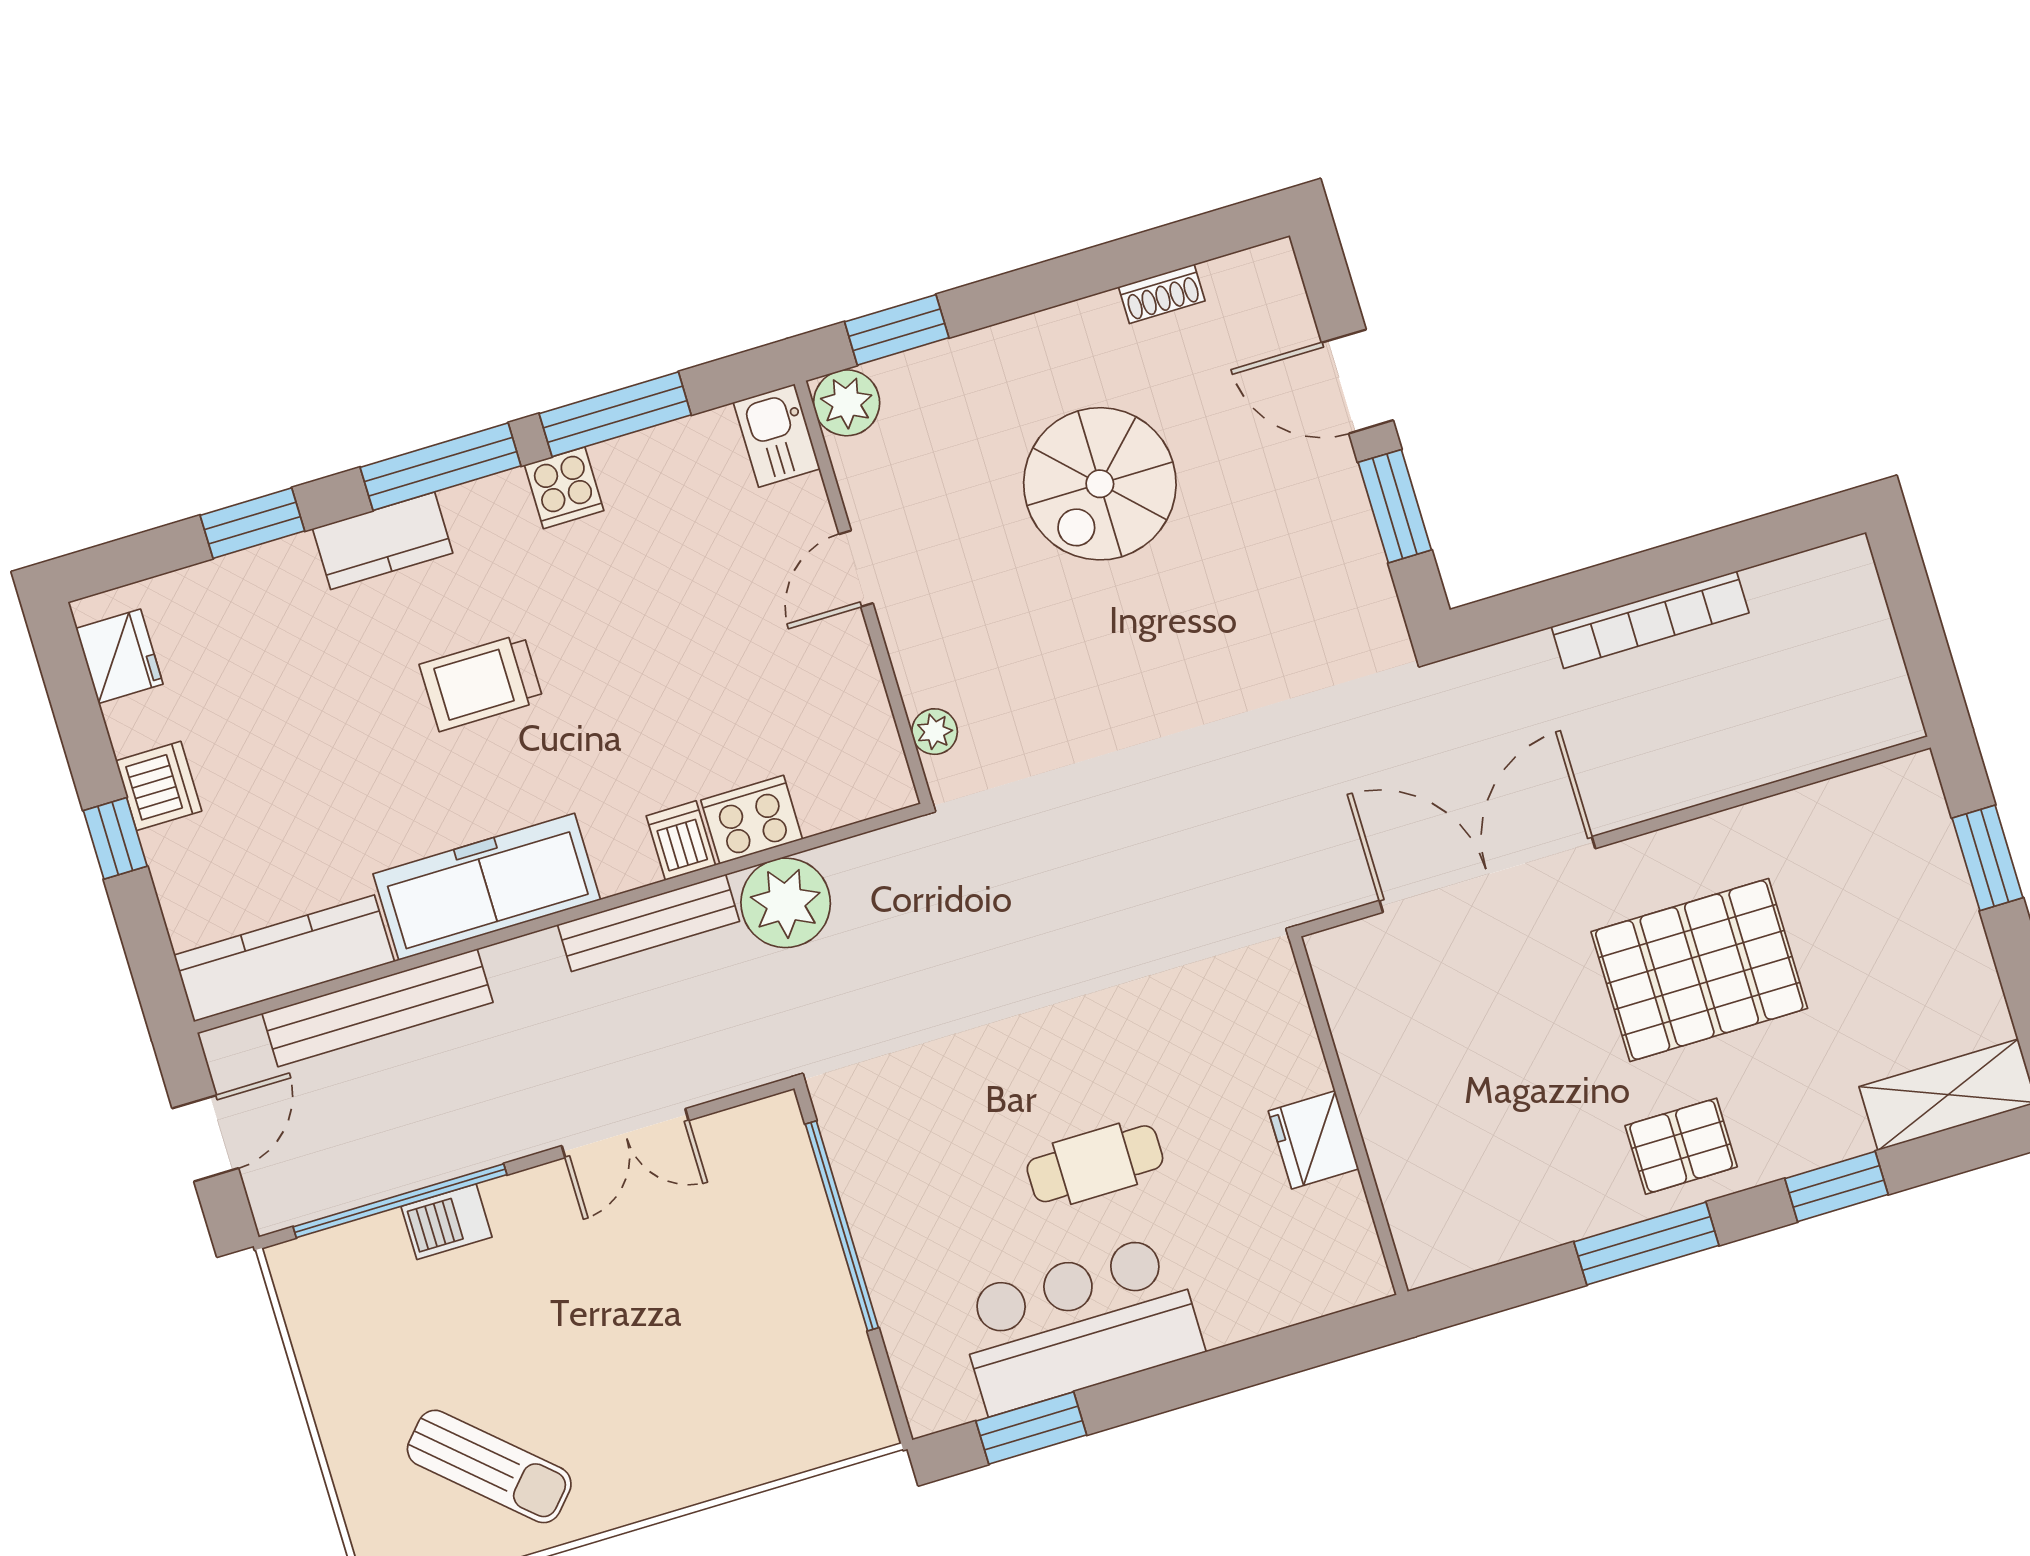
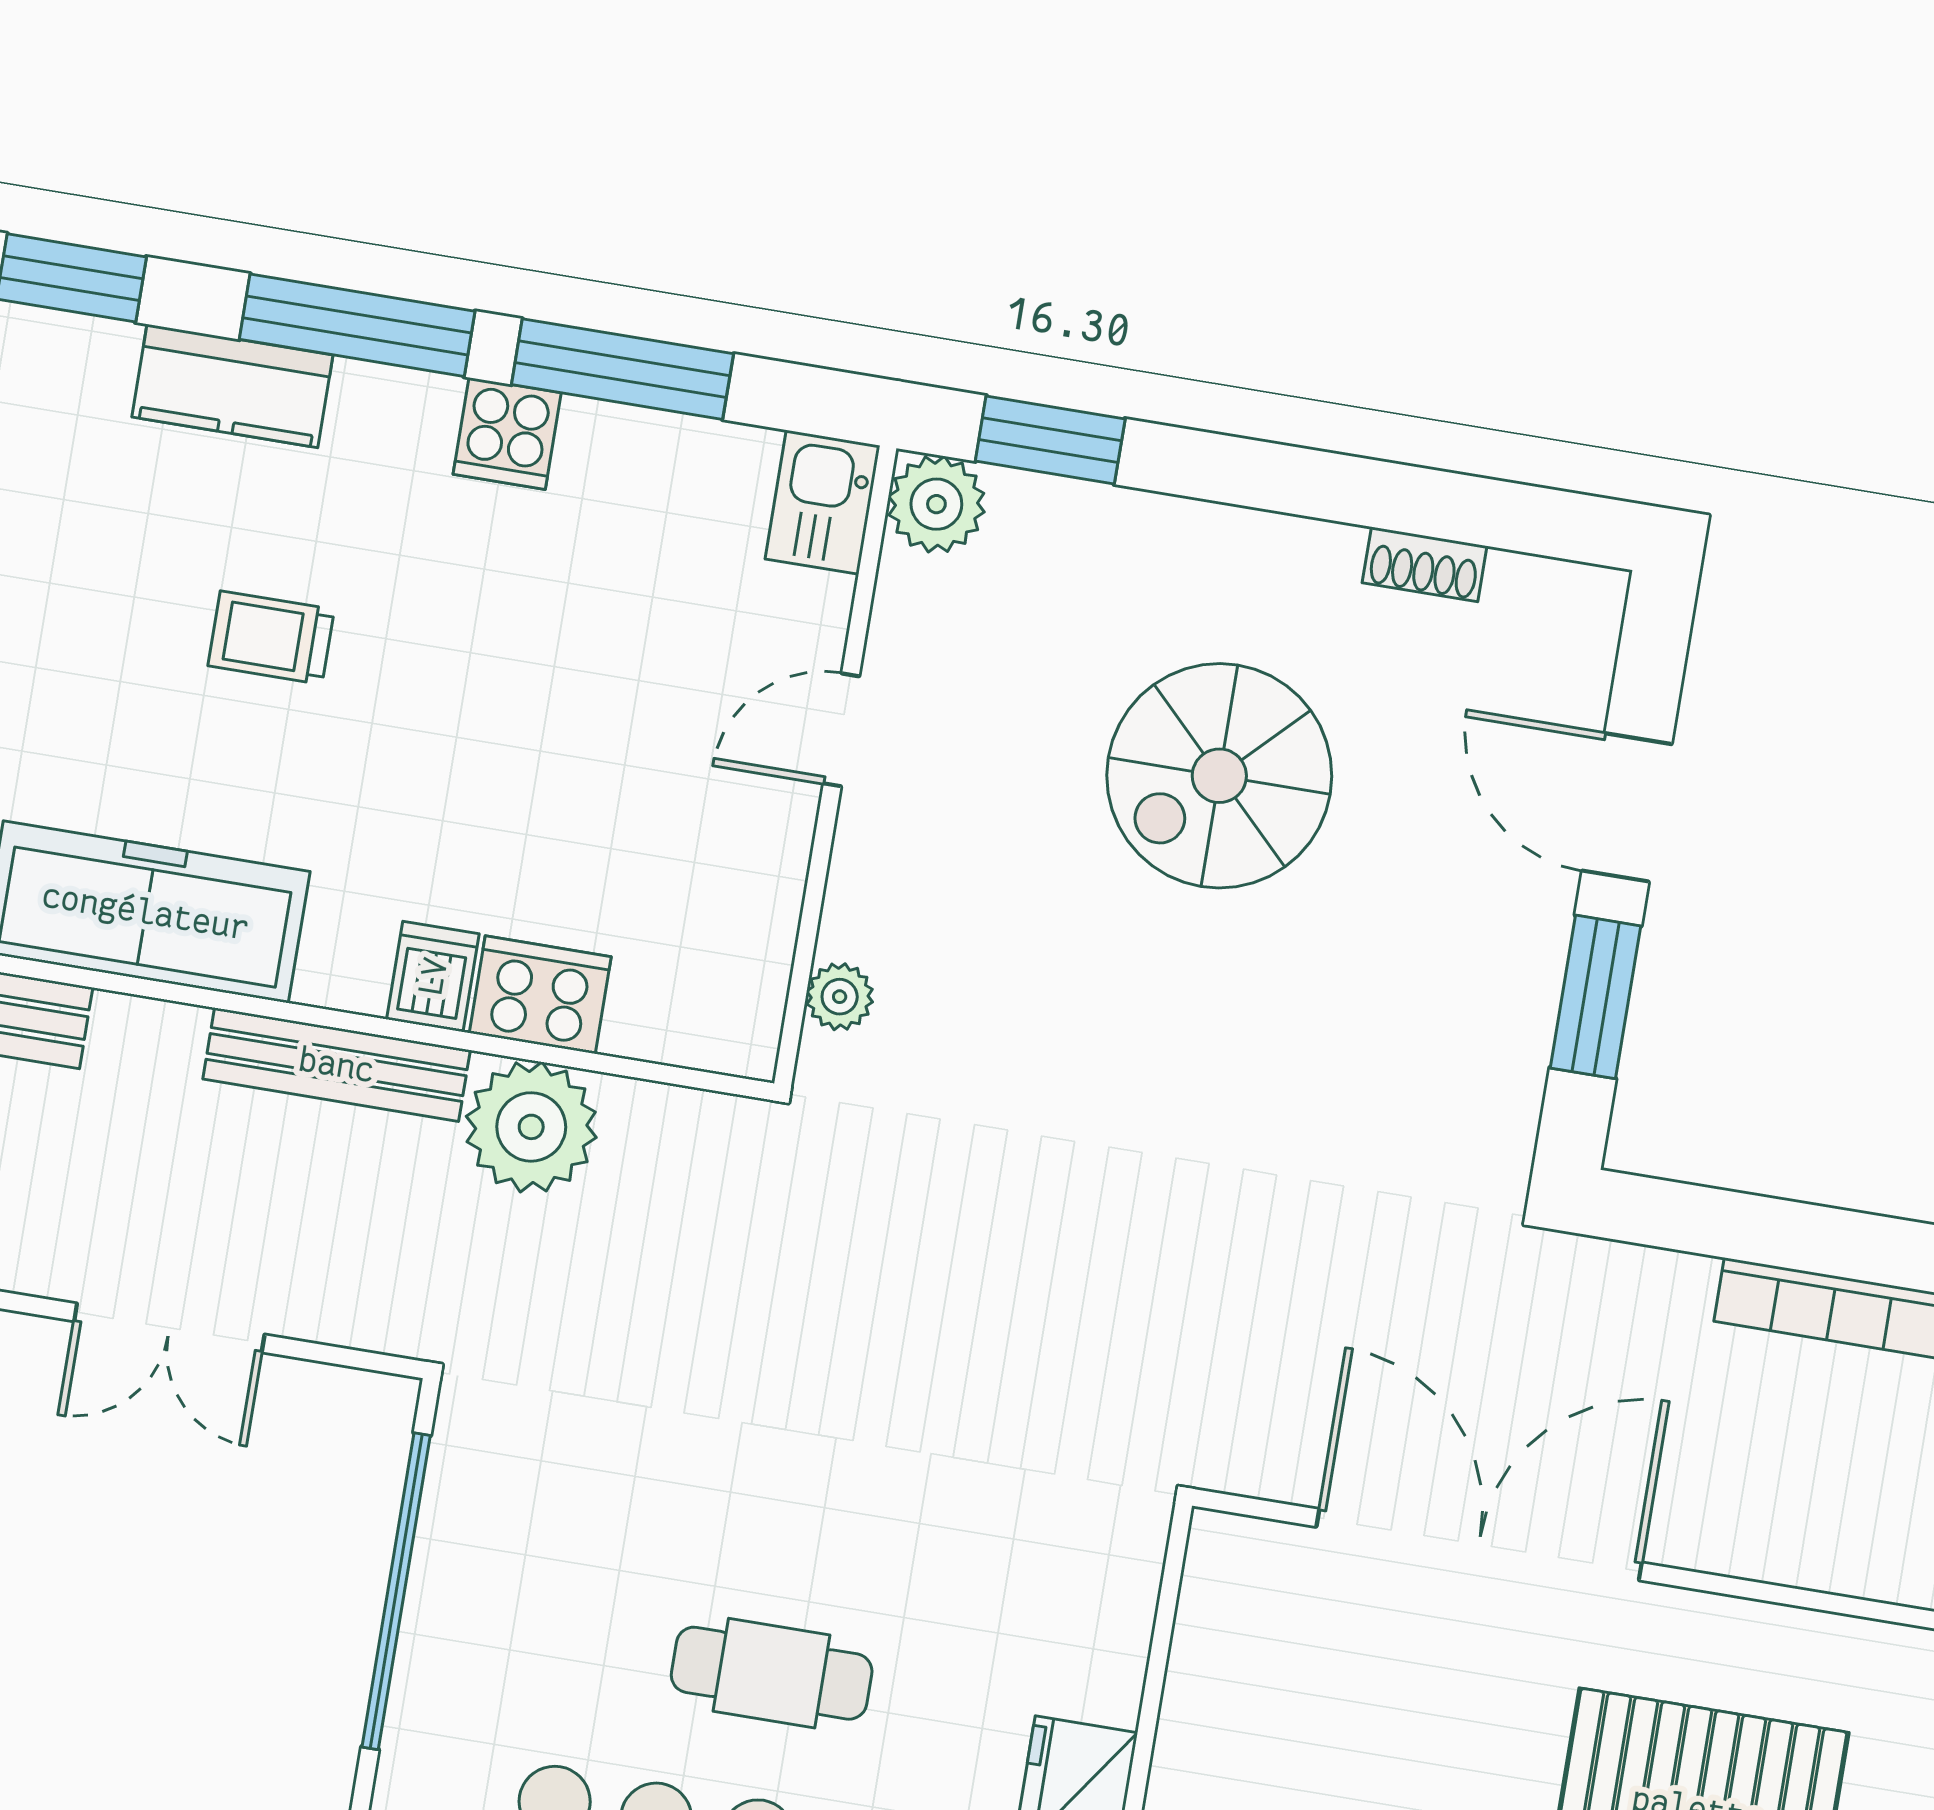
trolley: (481, 682) -> (271, 638), width x0.73, depth x0.72

